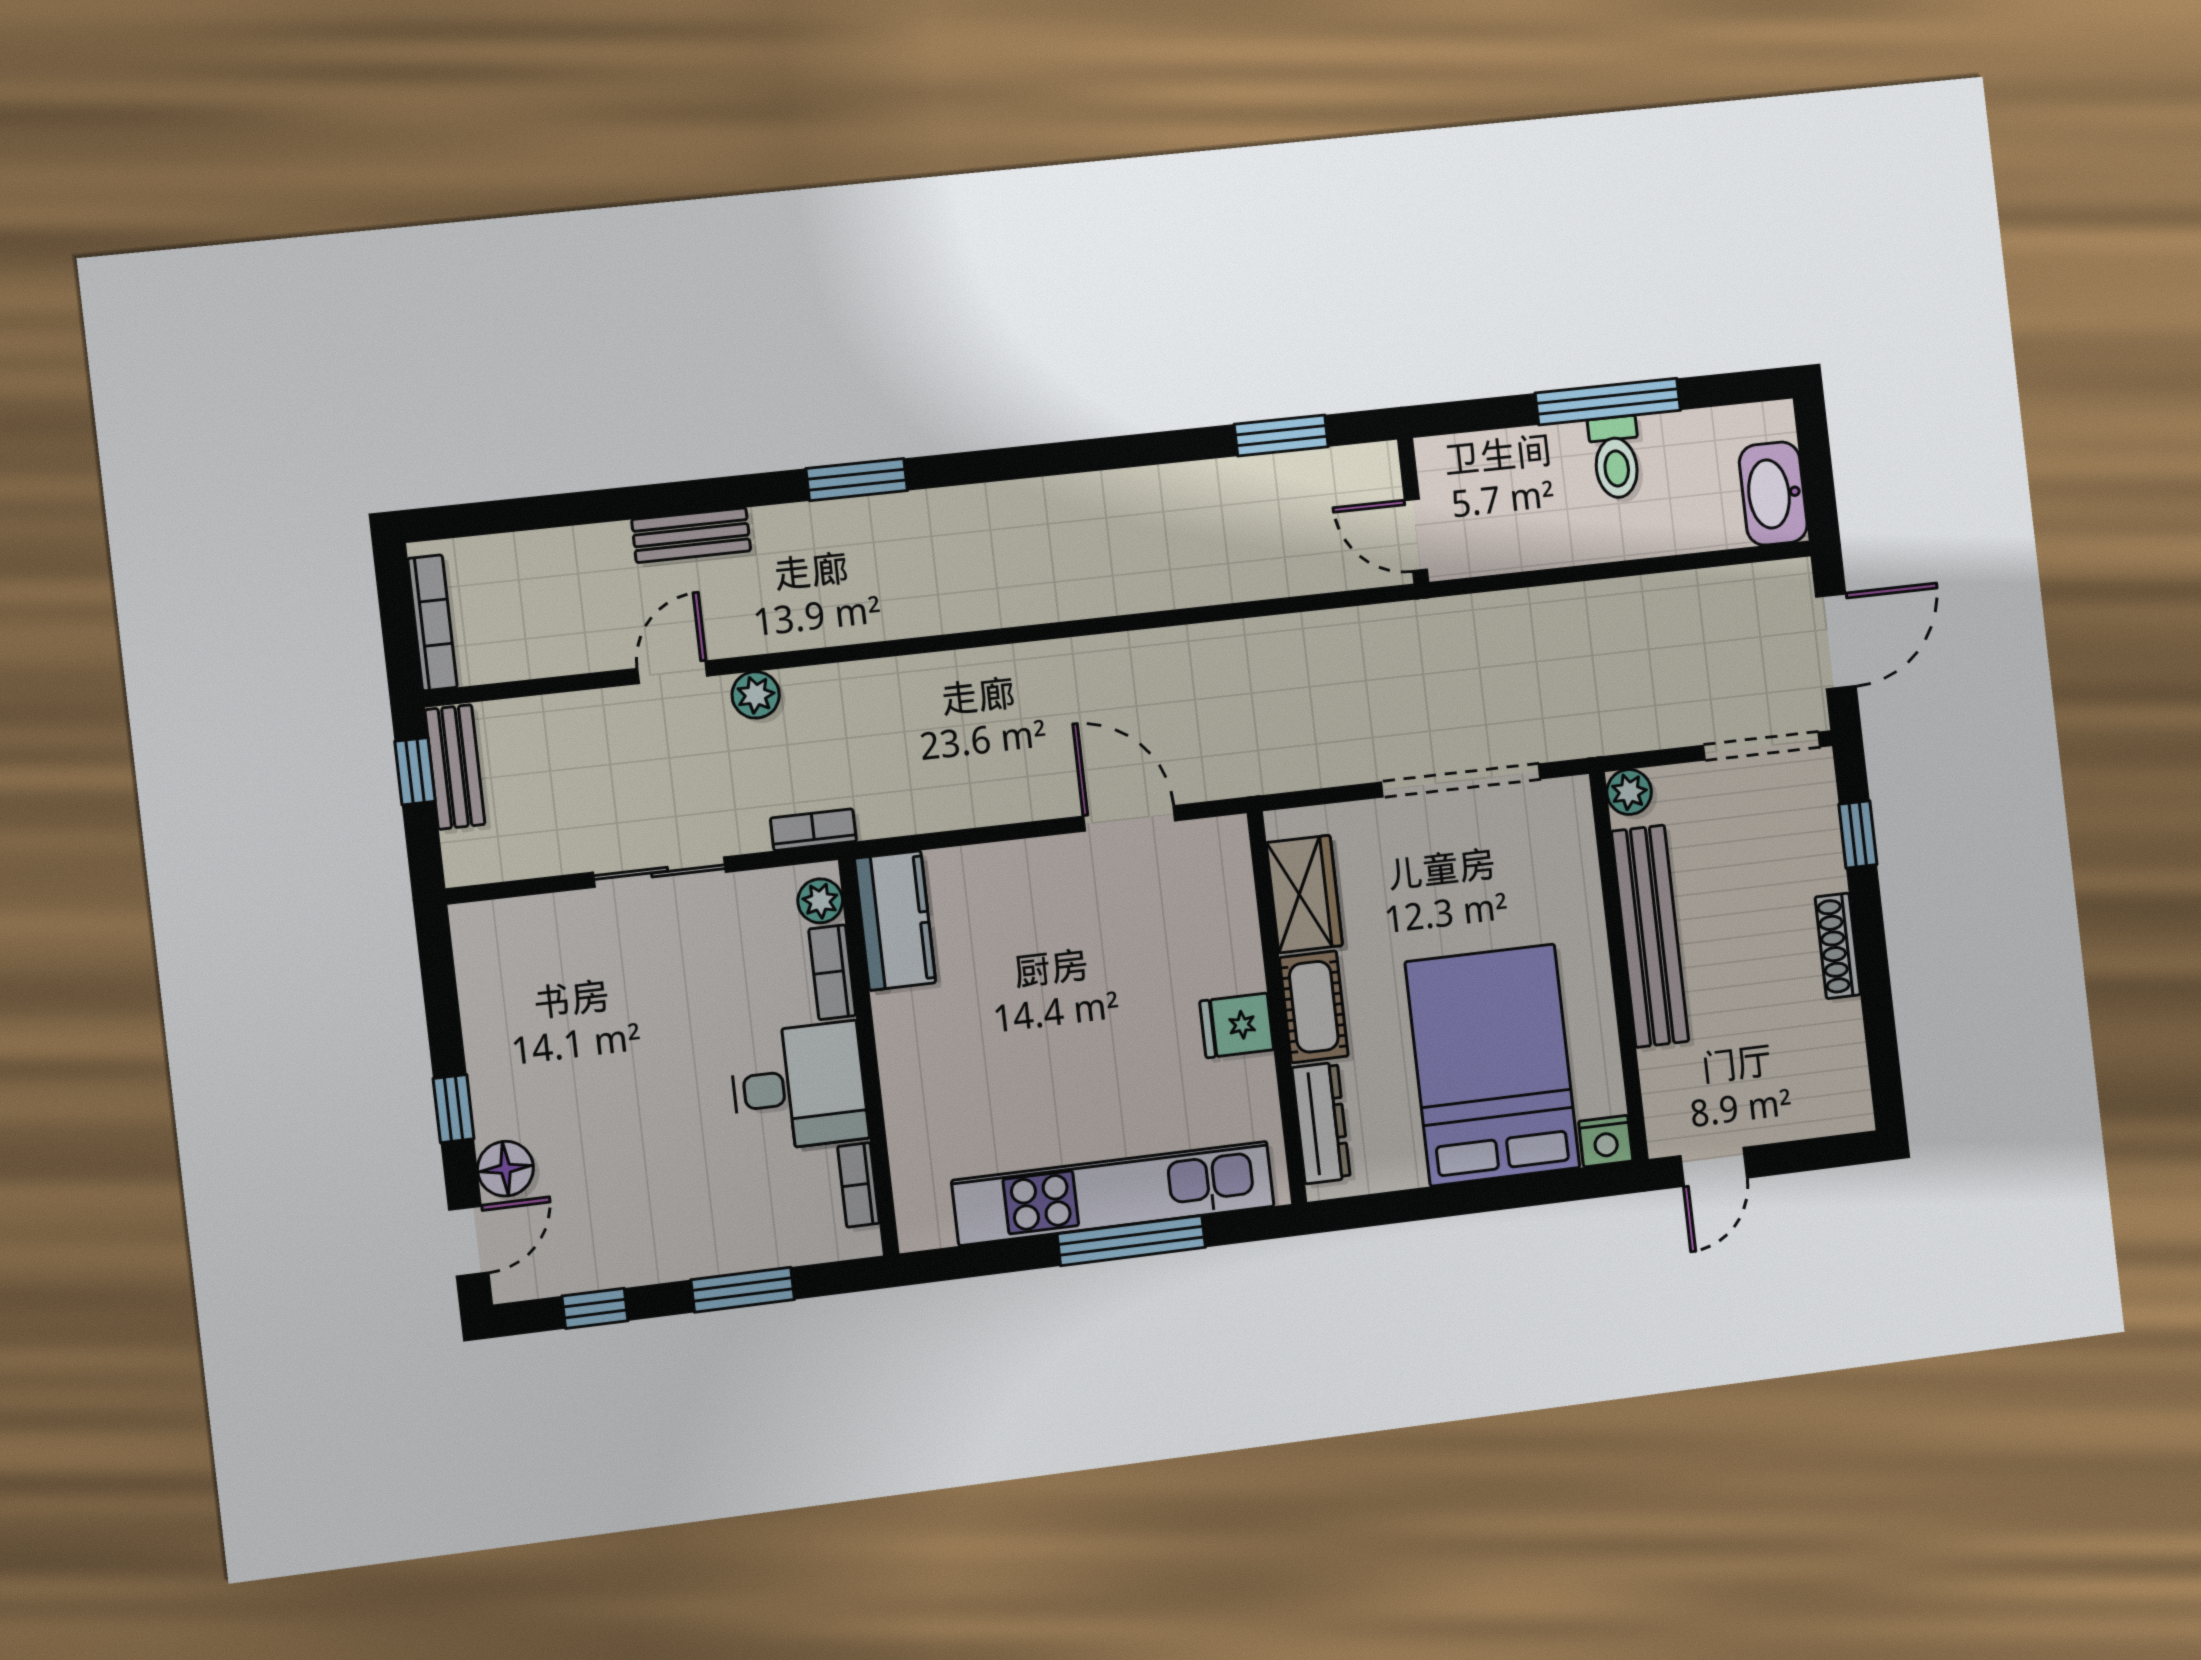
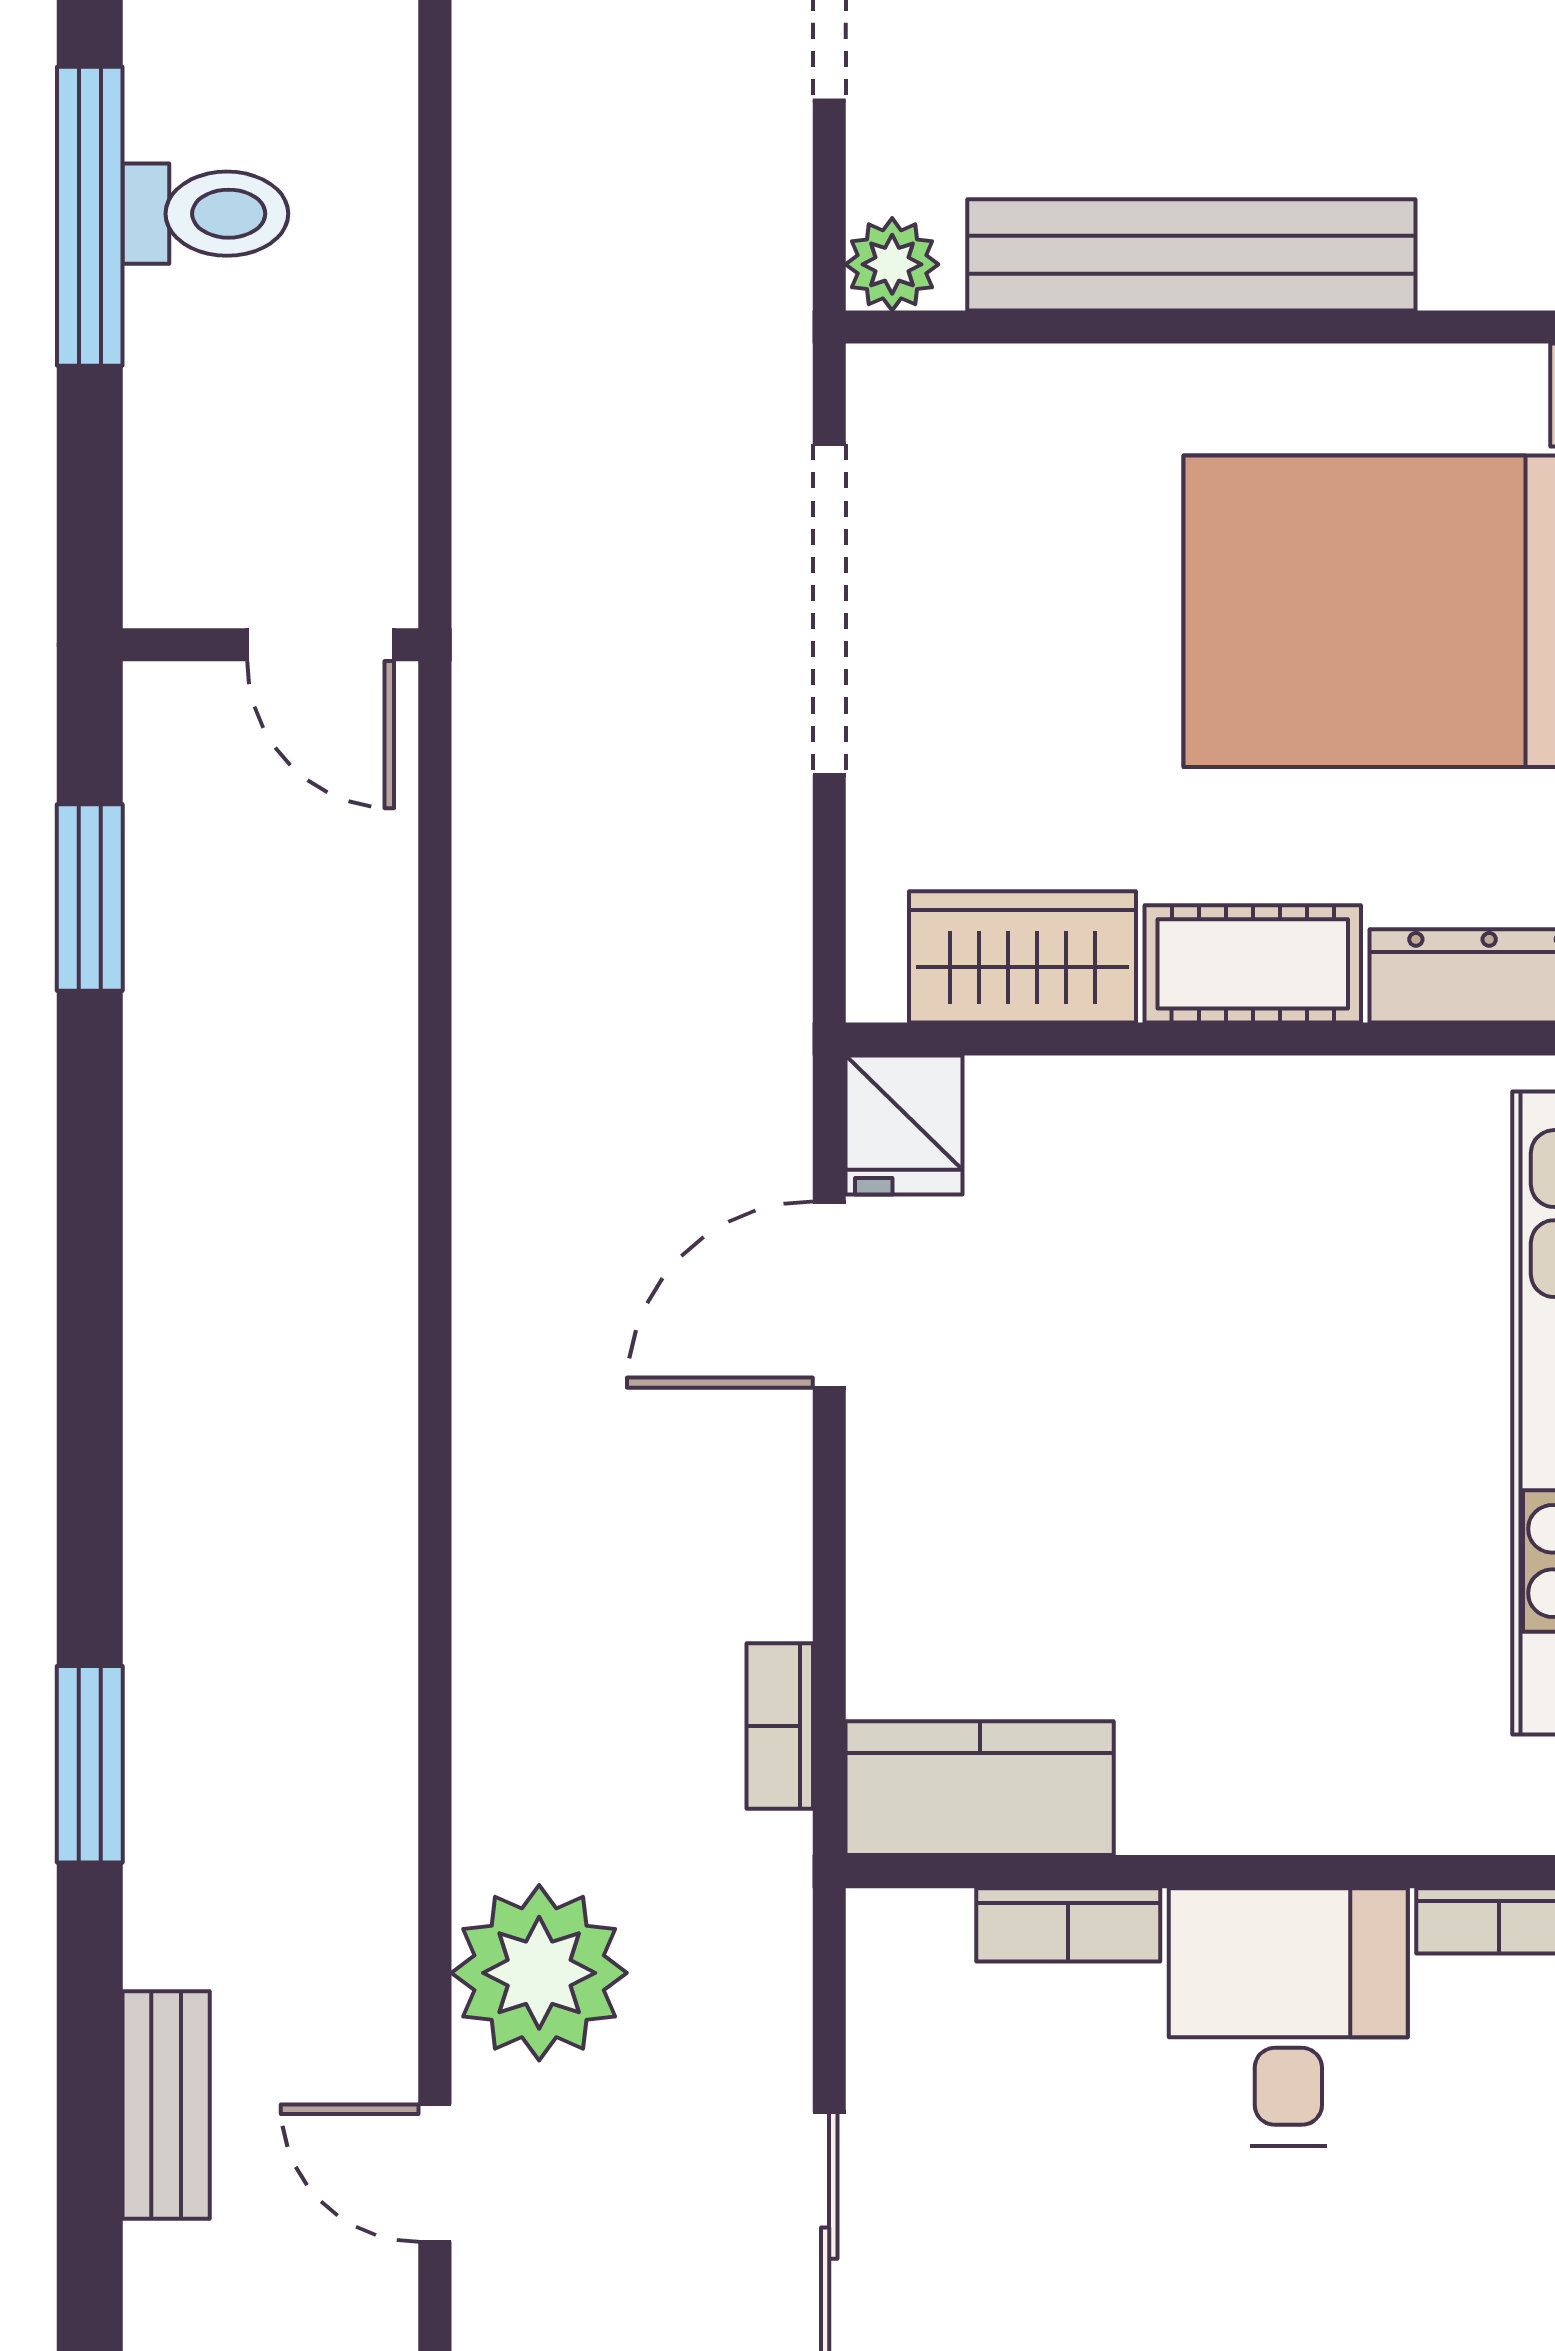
door: (1416, 535) -> (321, 645), hinge flipped
plant: (756, 695) -> (539, 1973), width x1.88, depth x1.88
bookcase: (813, 830) -> (780, 1726), moved
plant: (820, 901) -> (923, 1932), removed
fridge: (1237, 1025) -> (904, 1125), moved

